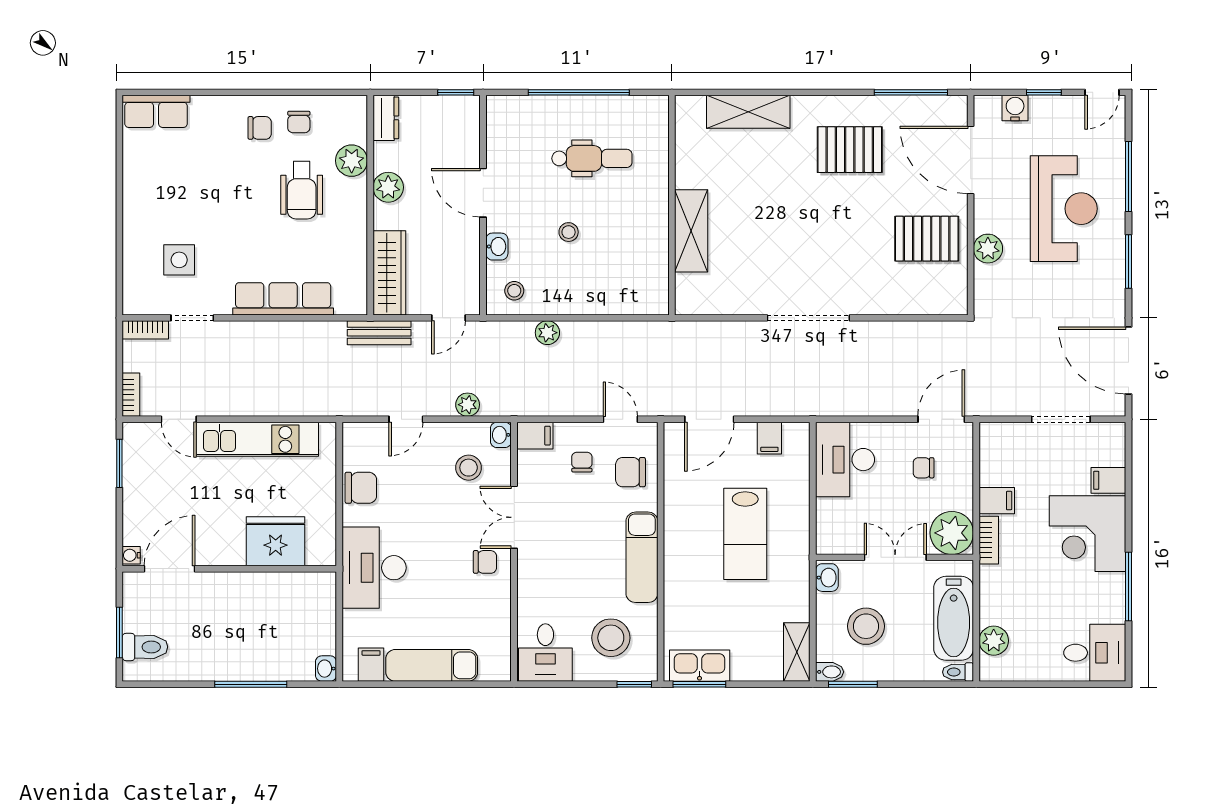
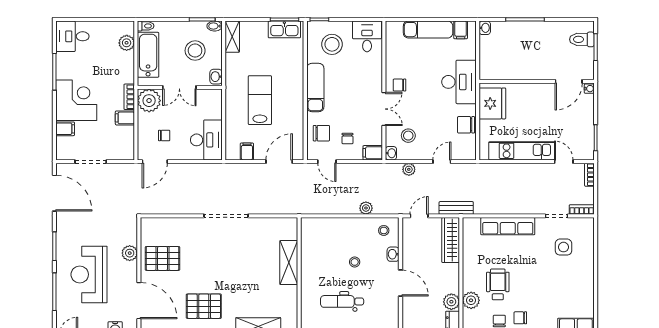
plant: (388, 187) -> (451, 302), moved
fridge: (276, 541) -> (492, 103), moved, turned -90

